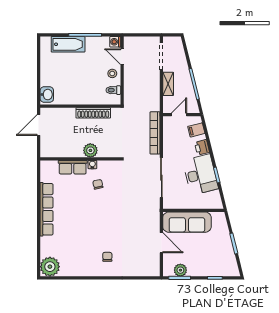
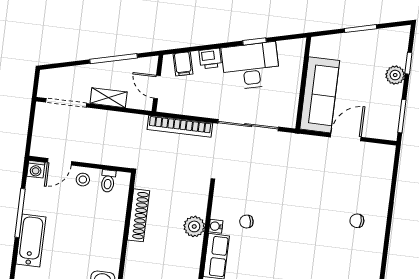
plant: (180, 270) -> (395, 75), moved

